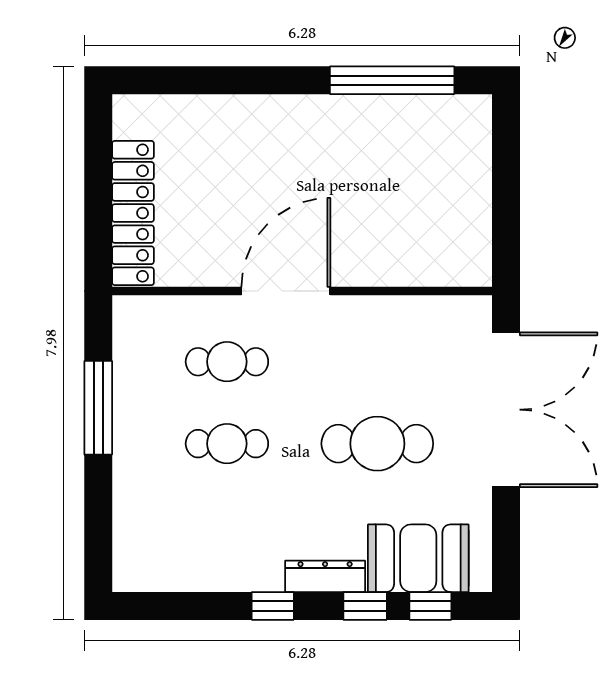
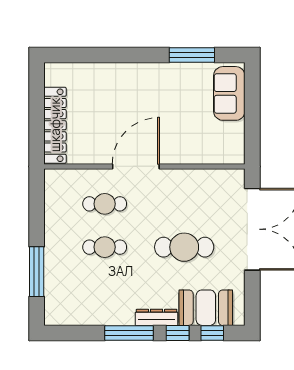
window: (392, 80) -> (192, 55), width x0.68
sofa: (463, 153) -> (229, 93), added
window: (98, 408) -> (37, 272), moved
window: (273, 606) -> (129, 333), width x2.17

